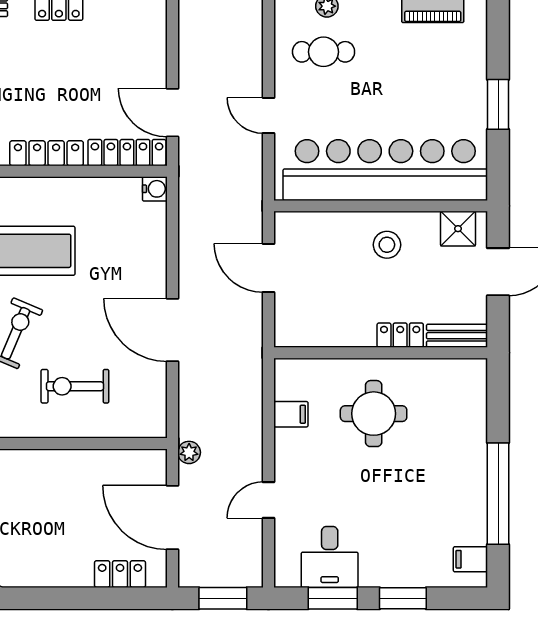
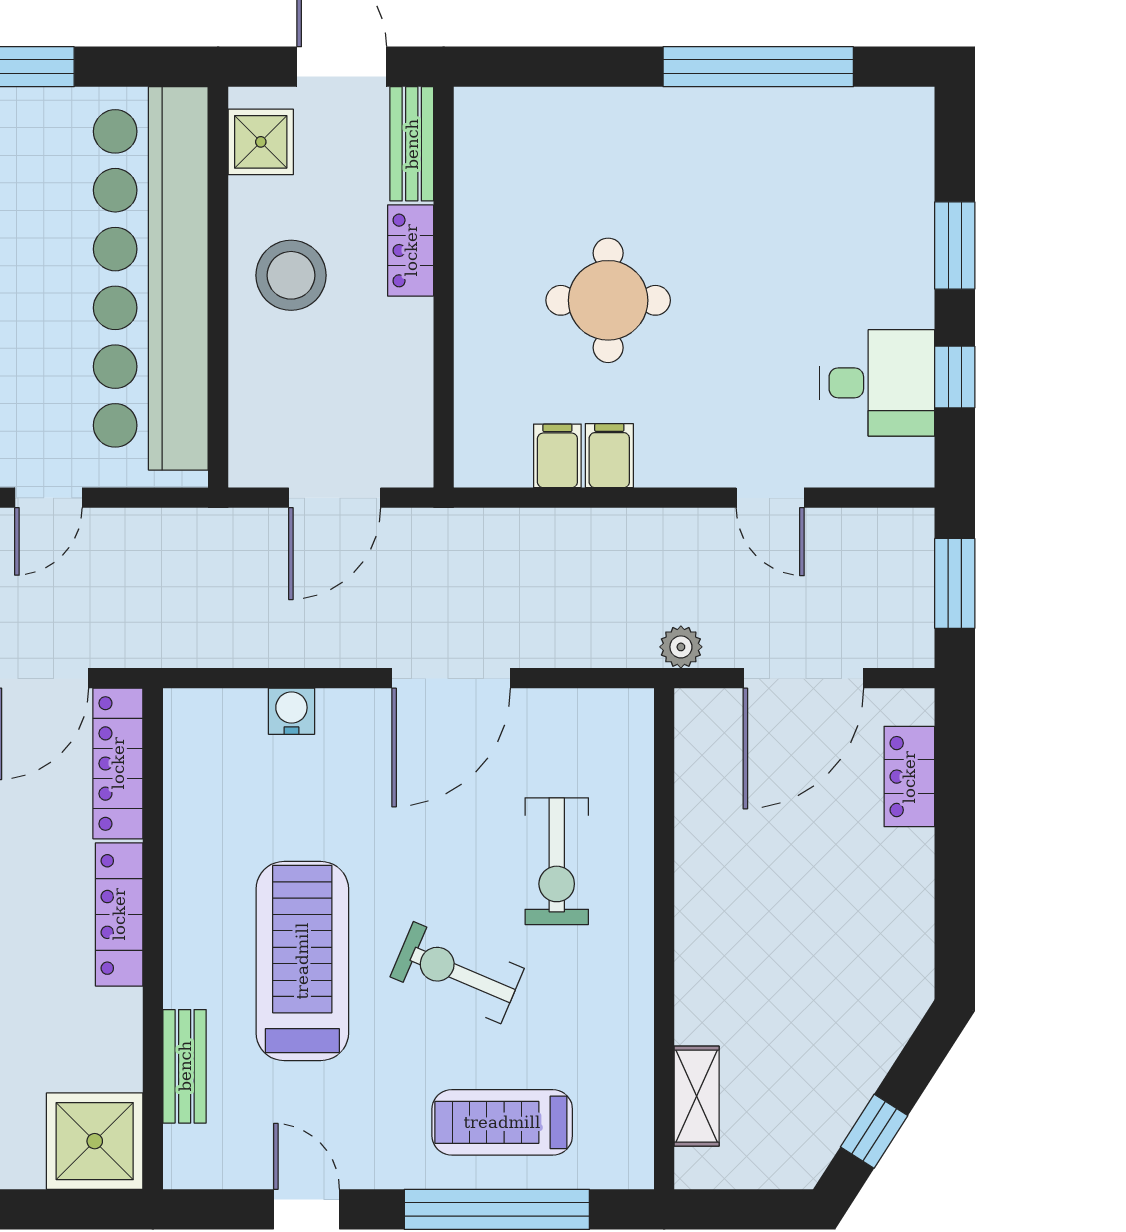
water cooler: (155, 189) -> (291, 711), moved
stool: (387, 245) -> (291, 275), width x1.38, depth x1.38
locker: (400, 335) -> (411, 250), moved
bench: (457, 336) -> (412, 144), moved
wall: (381, 353) -> (444, 287), moved
filing cabinet: (470, 559) -> (557, 456), moved, turned 180
window: (333, 598) -> (955, 377), width x0.67

